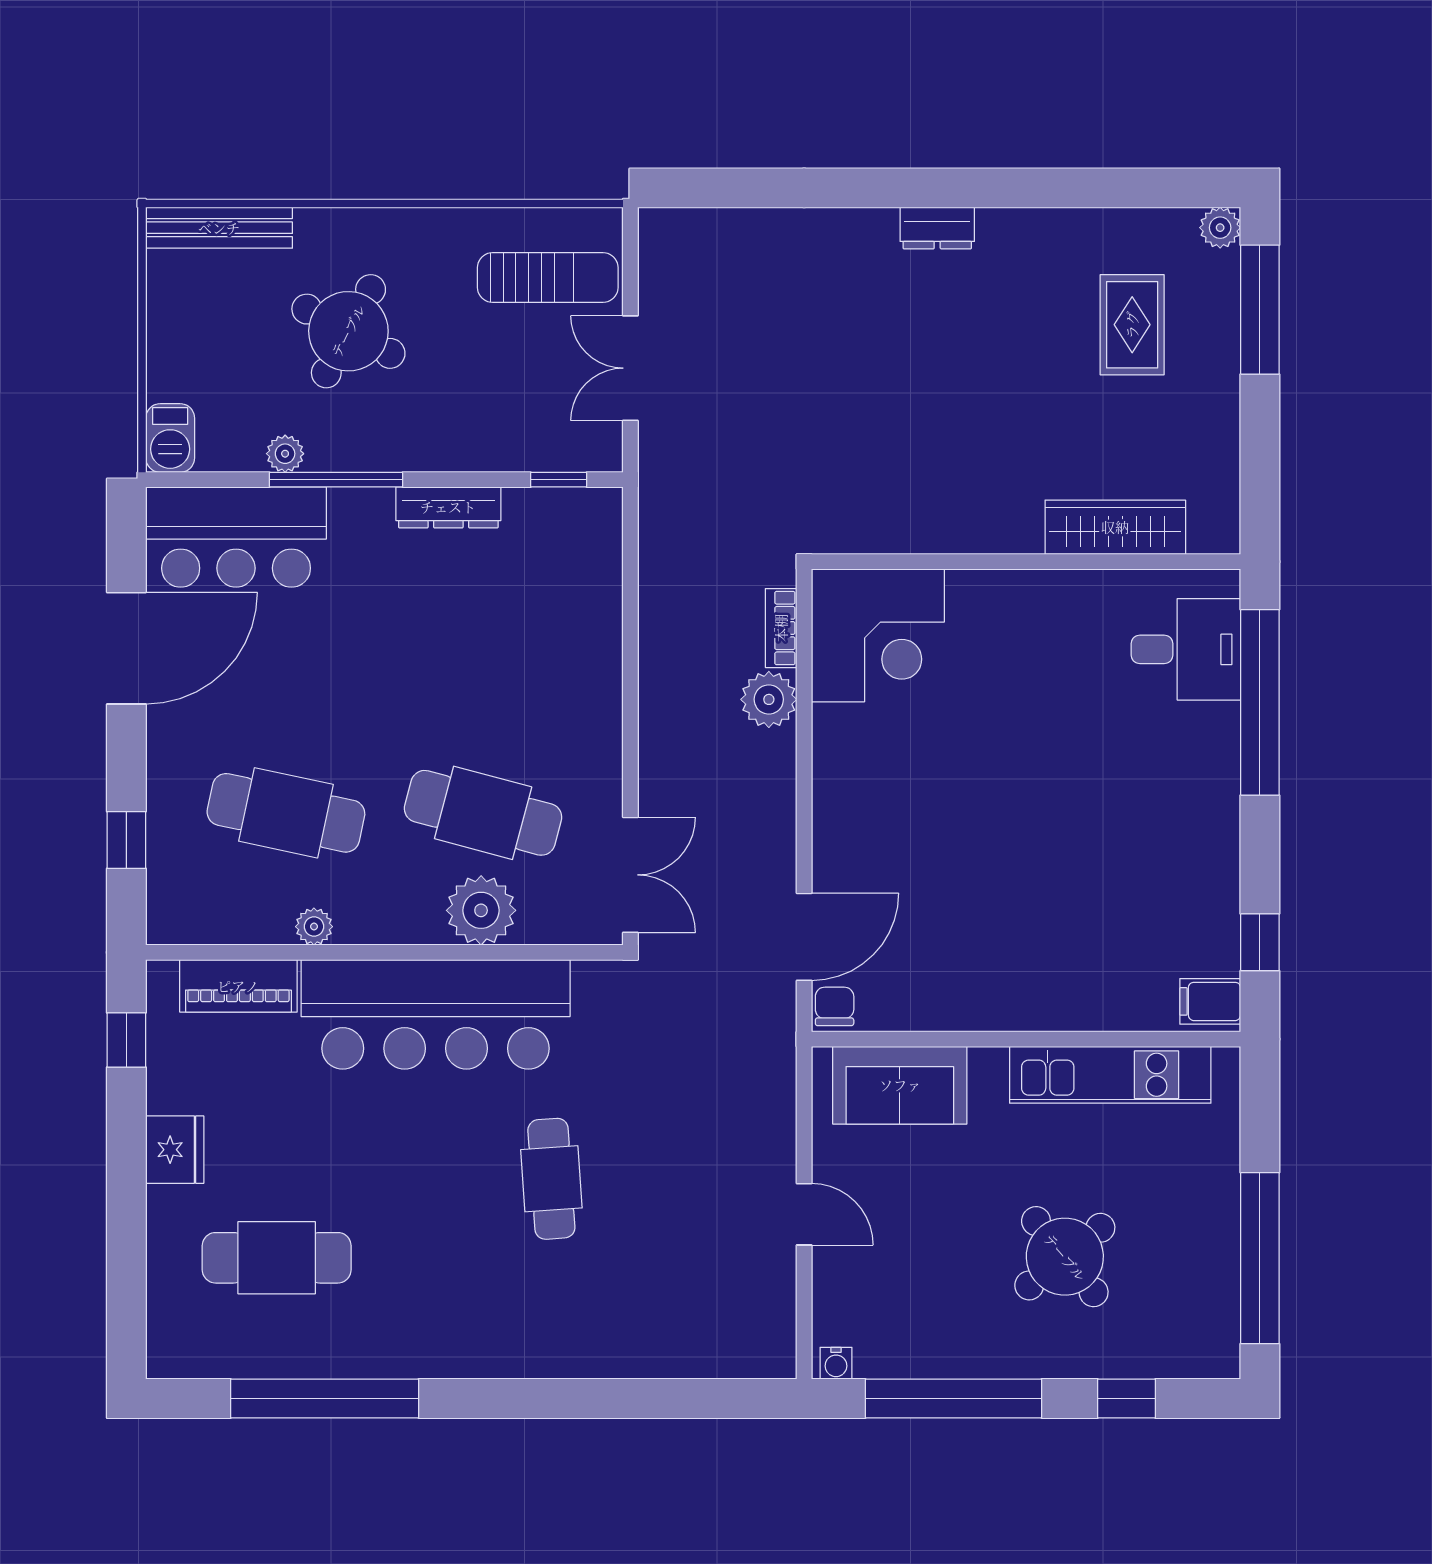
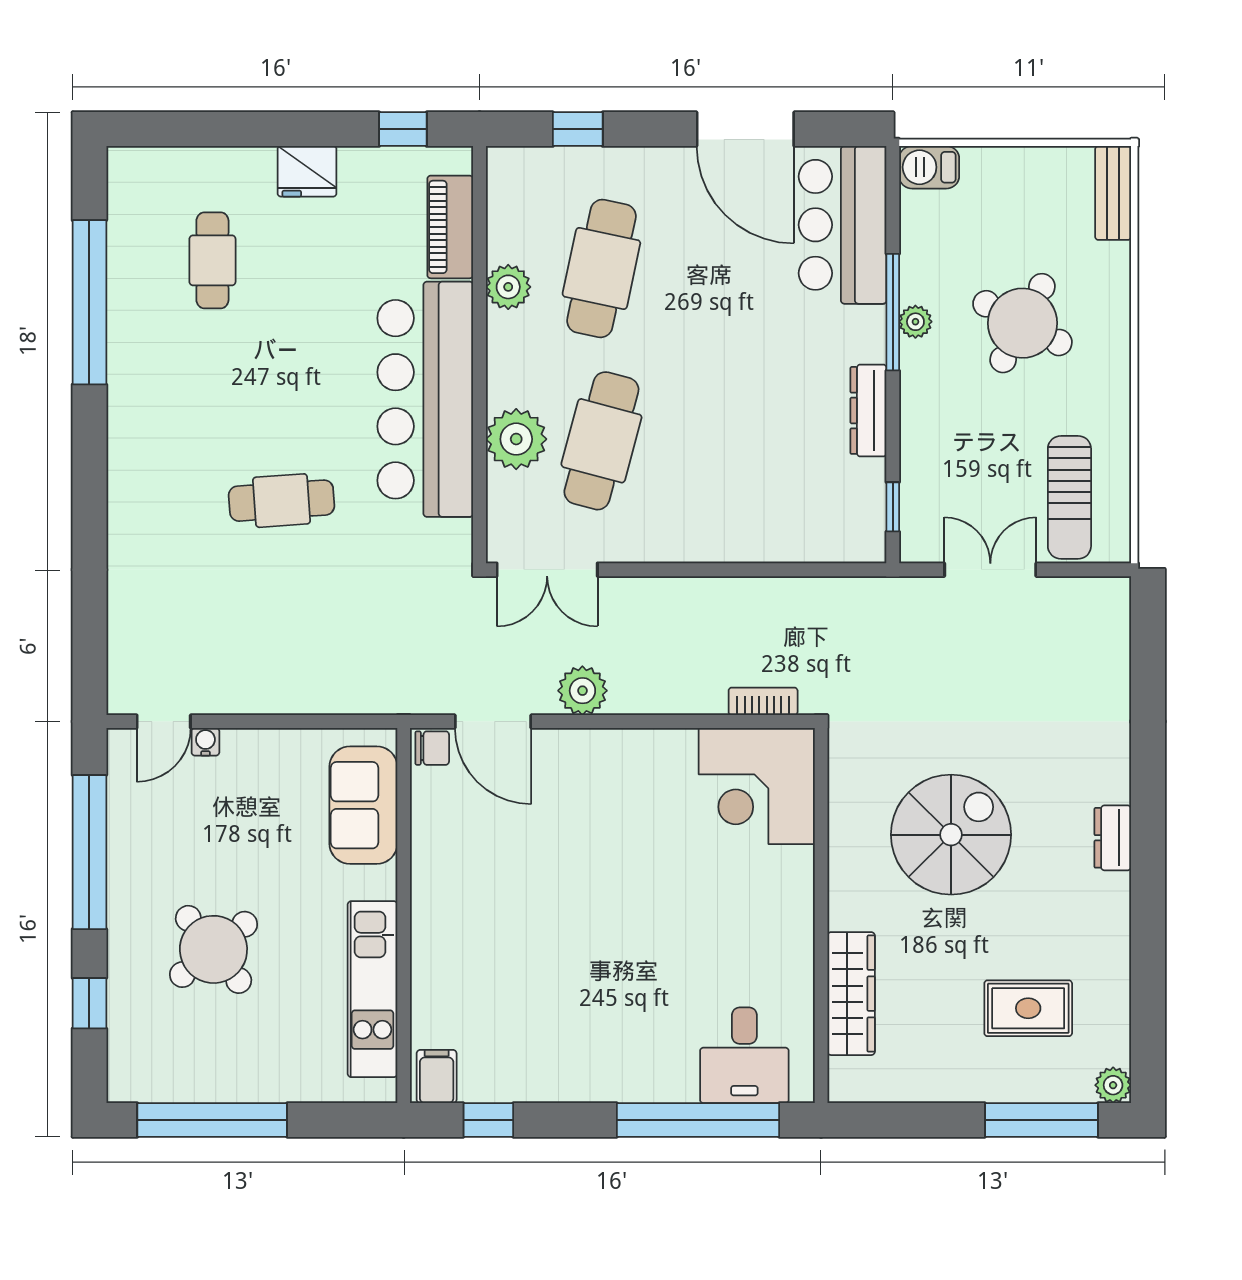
bench: (219, 228) -> (1113, 193), width x0.73
spiral stairs: (934, 413) -> (951, 835), added
plant: (285, 454) -> (915, 322), moved
plant: (769, 699) -> (582, 691), moved
plant: (314, 927) -> (508, 287), width x1.38, depth x1.38
door: (804, 1214) -> (164, 722), moved
cafe table: (277, 1258) -> (212, 260), width x0.73, depth x0.74
water cooler: (836, 1363) -> (205, 742), moved, turned 90

